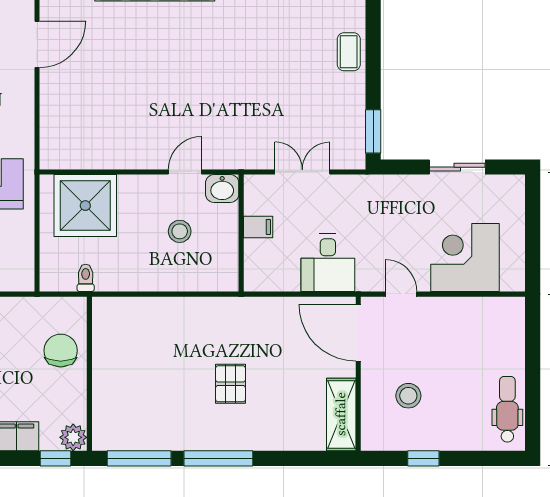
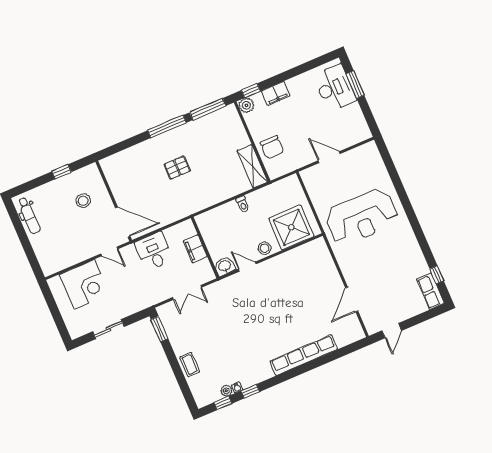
door: (185, 172) -> (247, 267), swing flipped
filing cabinet: (258, 227) -> (195, 249), width x2.00
stool: (180, 231) -> (265, 248), moved
toilet: (86, 278) -> (242, 204), moved
pallet: (231, 384) -> (177, 168), turned 90
shelving: (341, 414) -> (252, 166), moved

